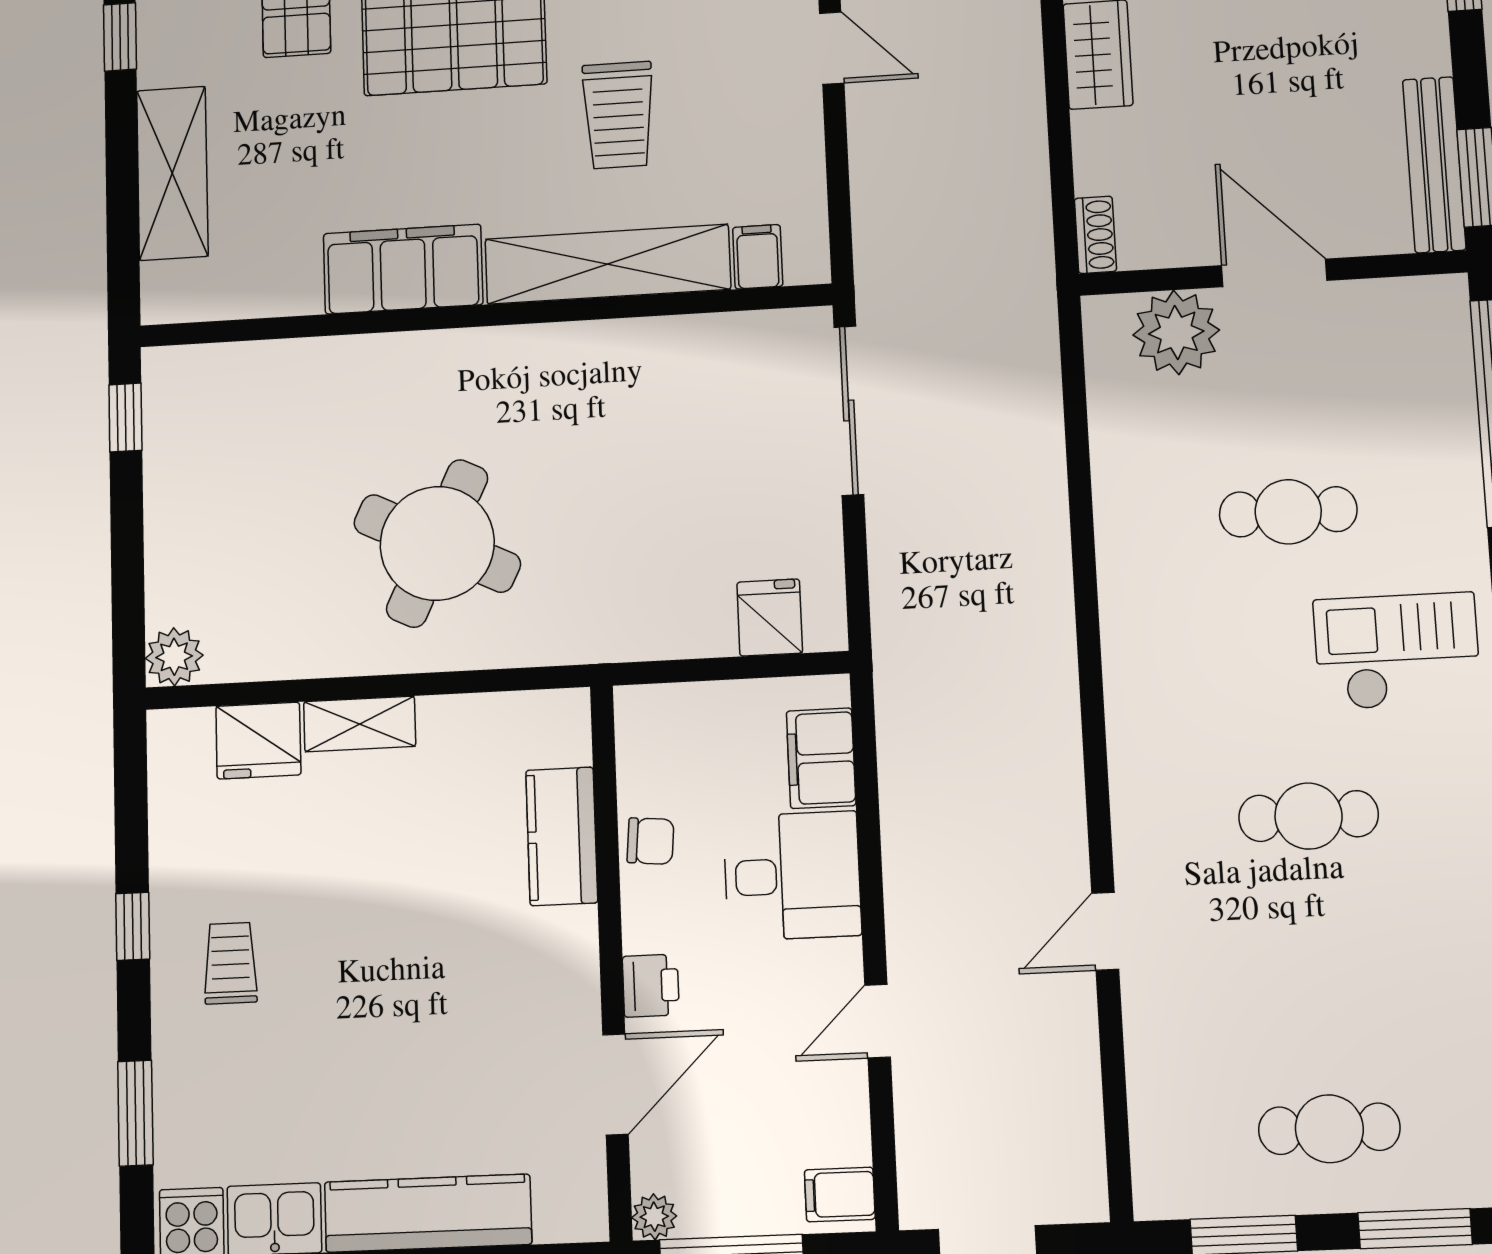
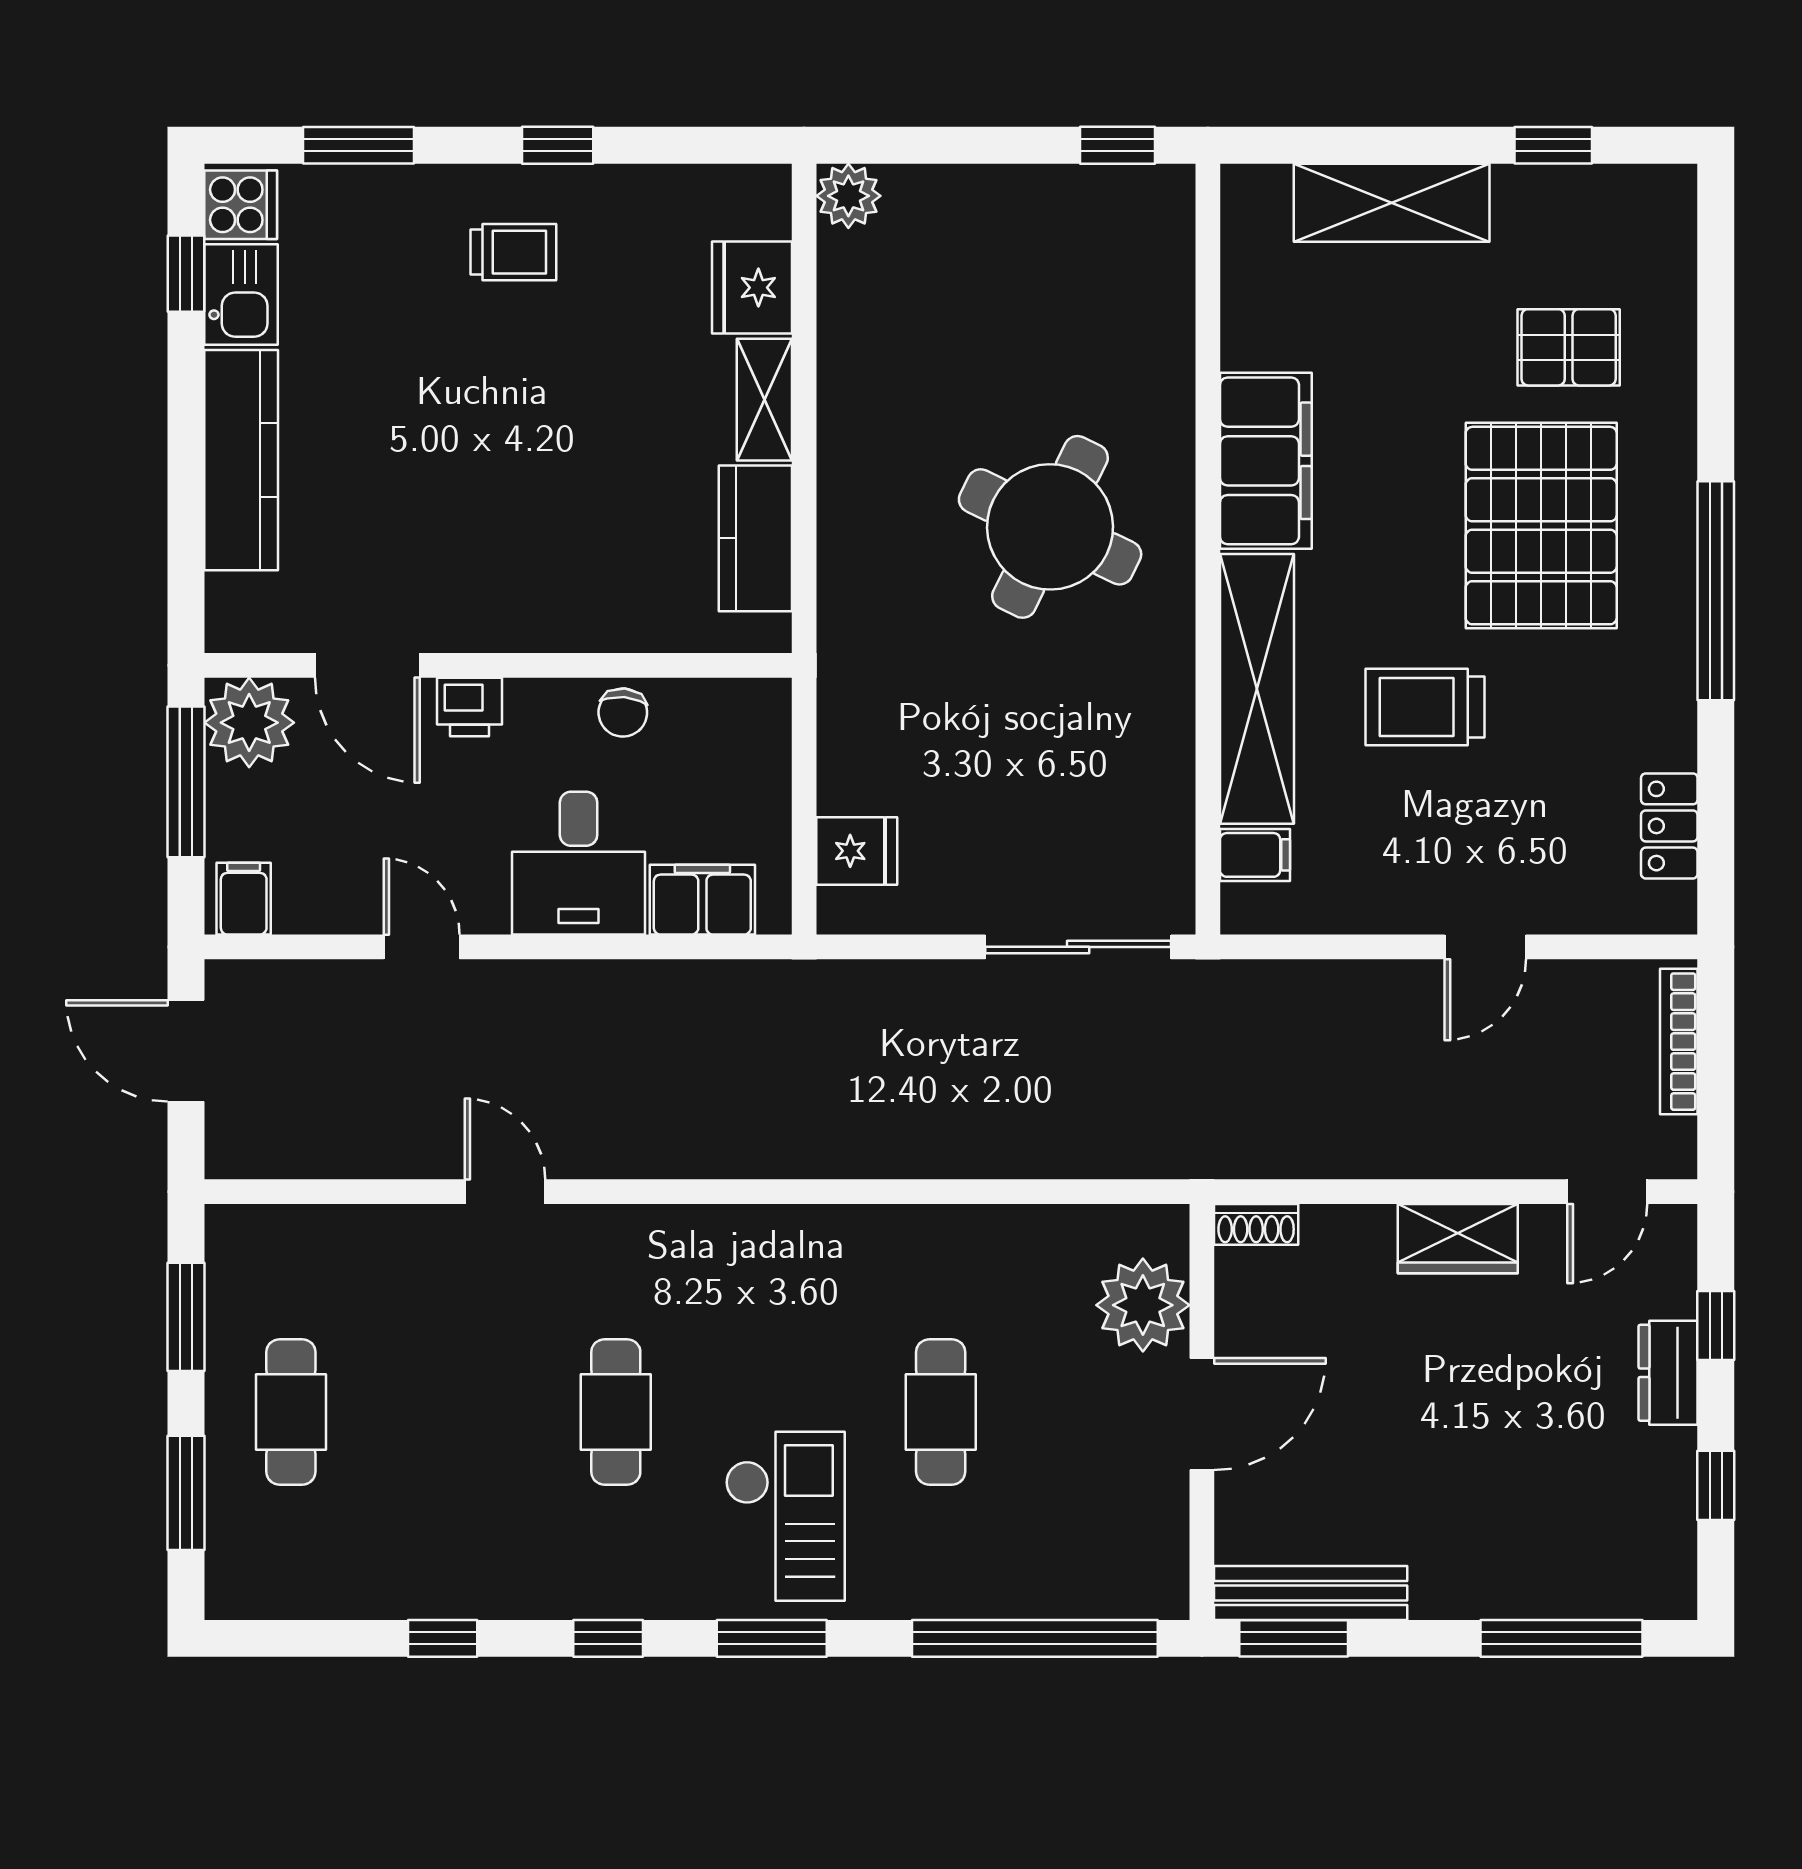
round table: (437, 543) -> (1050, 527), moved
kitchen counter: (562, 836) -> (755, 538), moved, turned -90
plant: (654, 1217) -> (249, 723), width x1.88, depth x1.88

